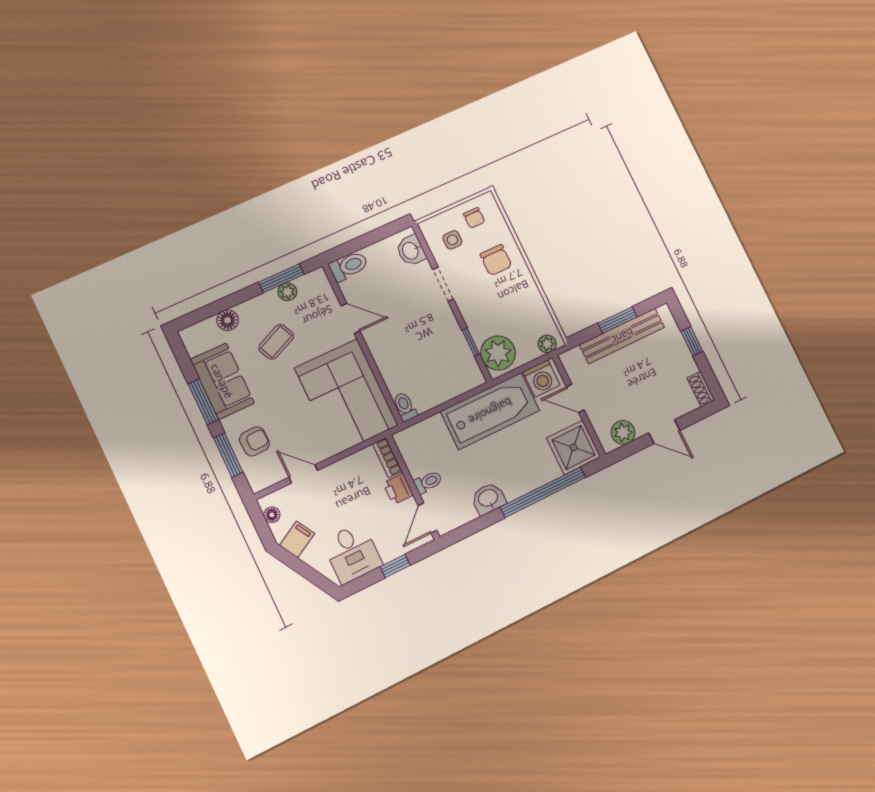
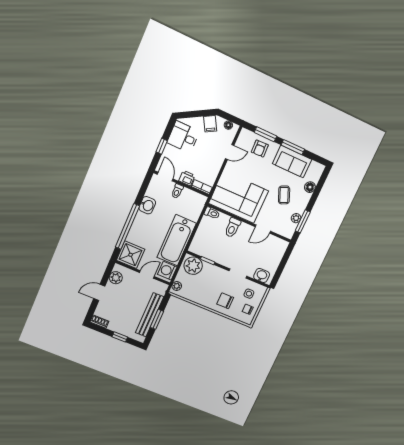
toilet: (349, 266) -> (233, 228), moved

